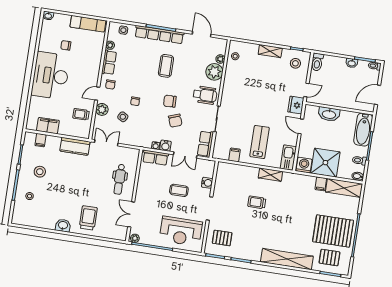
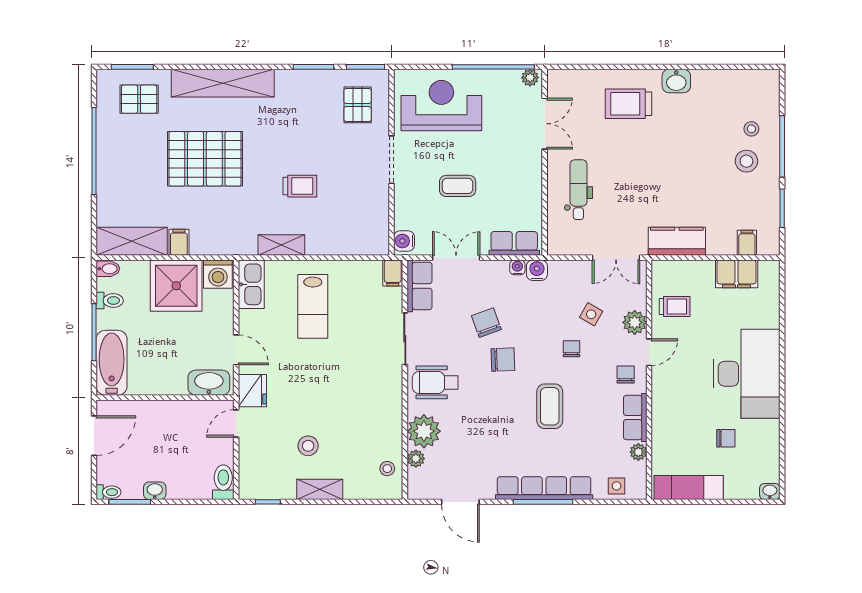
stool: (295, 63) -> (308, 446), moved
coffee table: (166, 66) -> (550, 406), moved
washbasin: (329, 114) -> (209, 383), moved
water cooler: (165, 146) -> (537, 270), moved
filing cabinet: (235, 155) -> (393, 273), moved
stool: (40, 172) -> (746, 161), moved
water cooler: (207, 183) -> (404, 241), moved
trolley: (88, 218) -> (628, 104), turned 90
pallet: (333, 231) -> (205, 159), moved
pallet: (222, 238) -> (358, 105), turned 90

